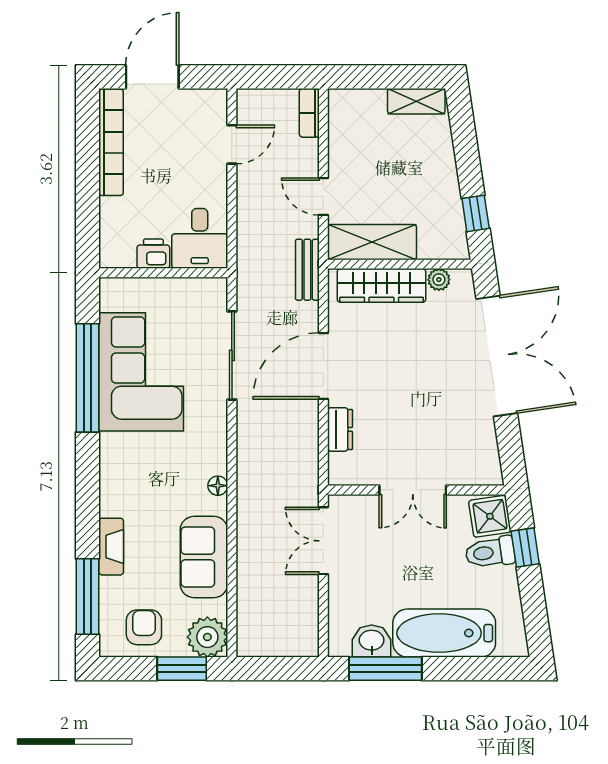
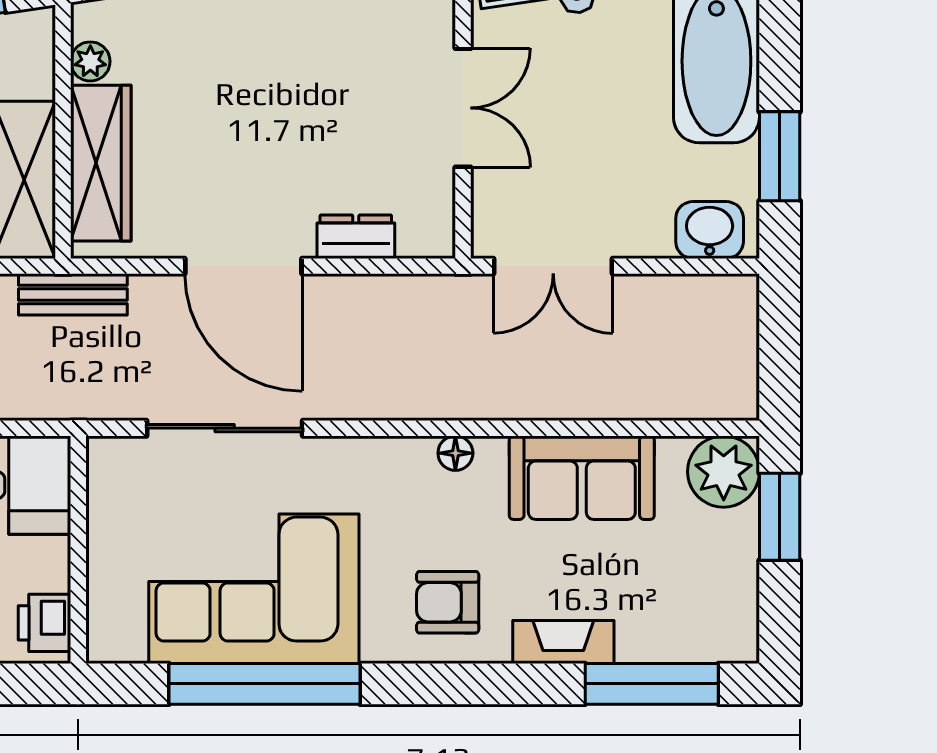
printer: (153, 254) -> (44, 623), moved
armchair: (144, 627) -> (448, 602), moved
washbasin: (372, 641) -> (710, 230), moved, turned 90
window: (385, 669) -> (780, 156), width x0.69

